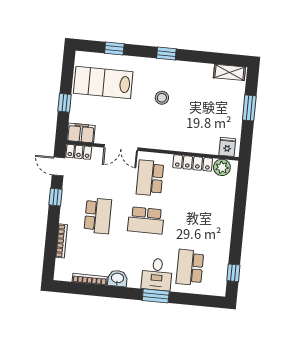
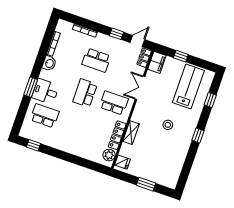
shelving: (229, 72) -> (131, 133), moved

